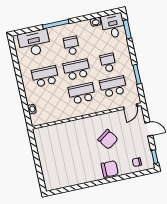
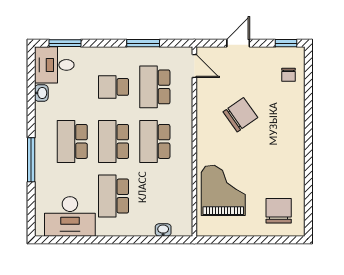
desk: (34, 43) -> (70, 216), moved, turned -90
school desk: (71, 46) -> (72, 141), width x1.85
grand piano: (62, 139) -> (223, 190), added
chair: (110, 169) -> (279, 211), moved

